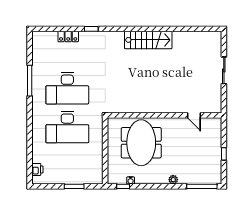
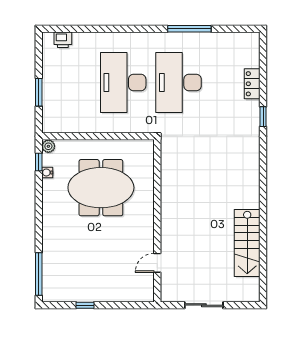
stairs: (148, 40) -> (247, 243), moved
wall: (164, 115) -> (157, 221), moved
door: (194, 115) -> (157, 263), moved
plant: (173, 180) -> (48, 146), moved

